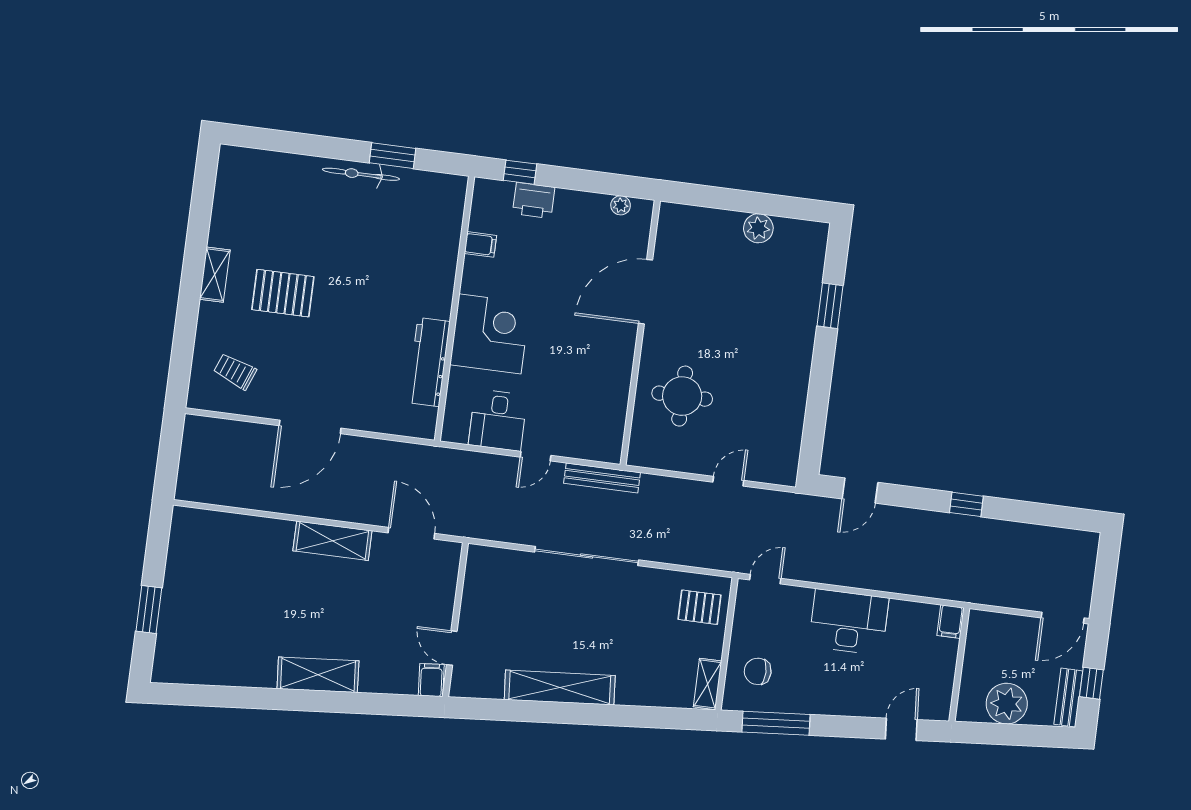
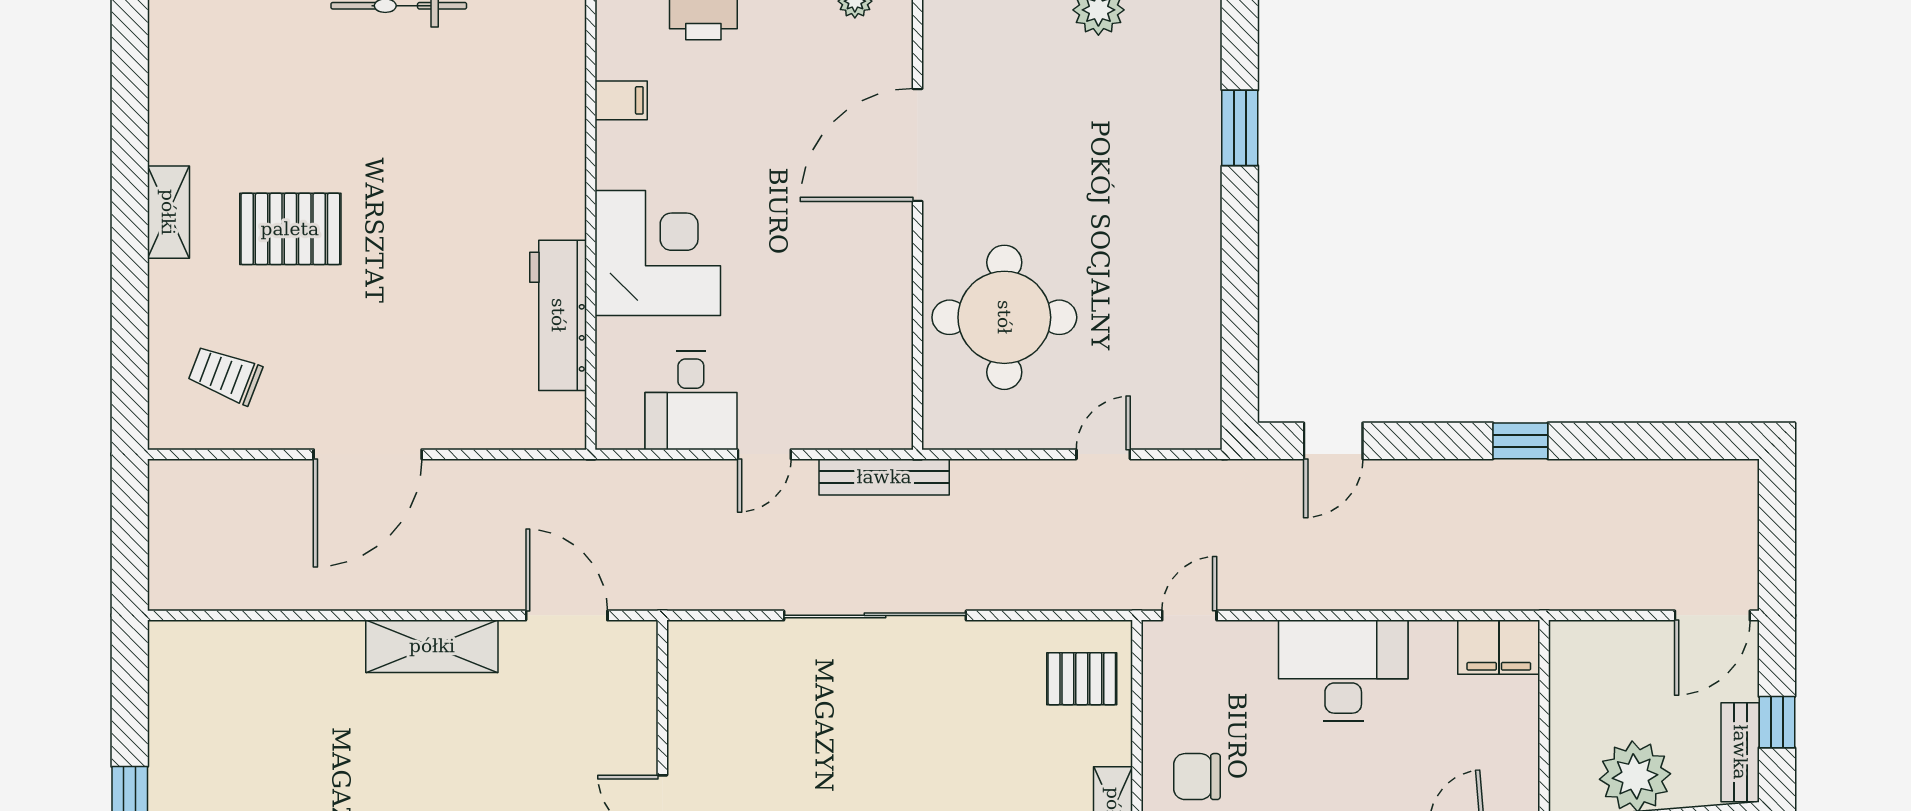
round table: (682, 396) -> (1004, 317), width x1.36, depth x1.36
filing cabinet: (950, 622) -> (1499, 647), width x2.00

